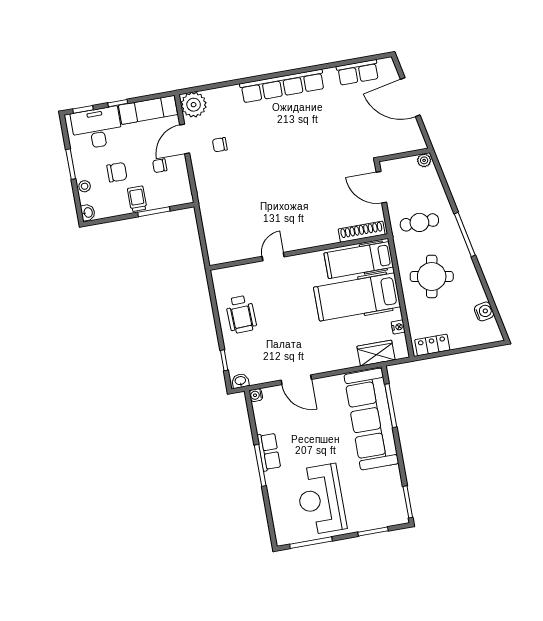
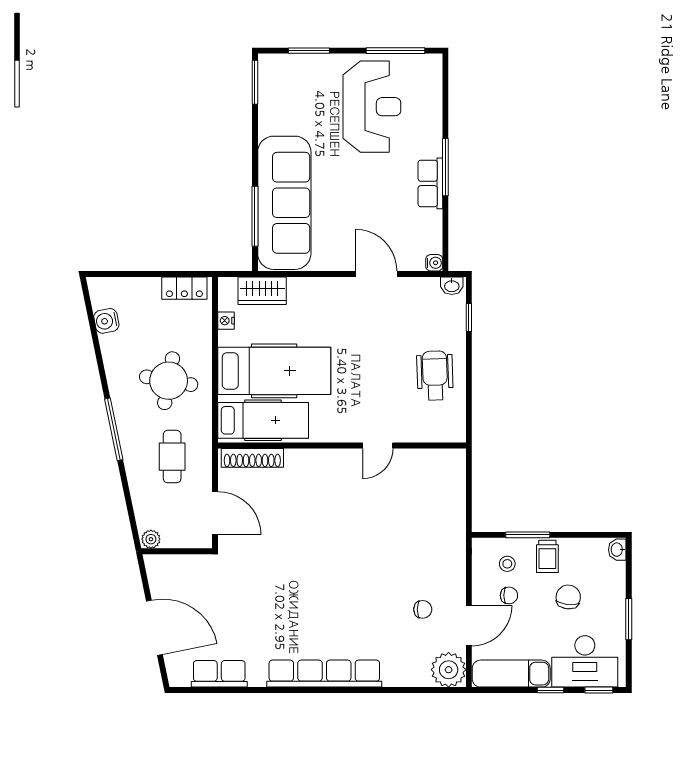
chair: (117, 172) -> (568, 597), turned 97
stool: (85, 186) -> (507, 564), moved
cafe table: (419, 222) -> (172, 457), turned 90

